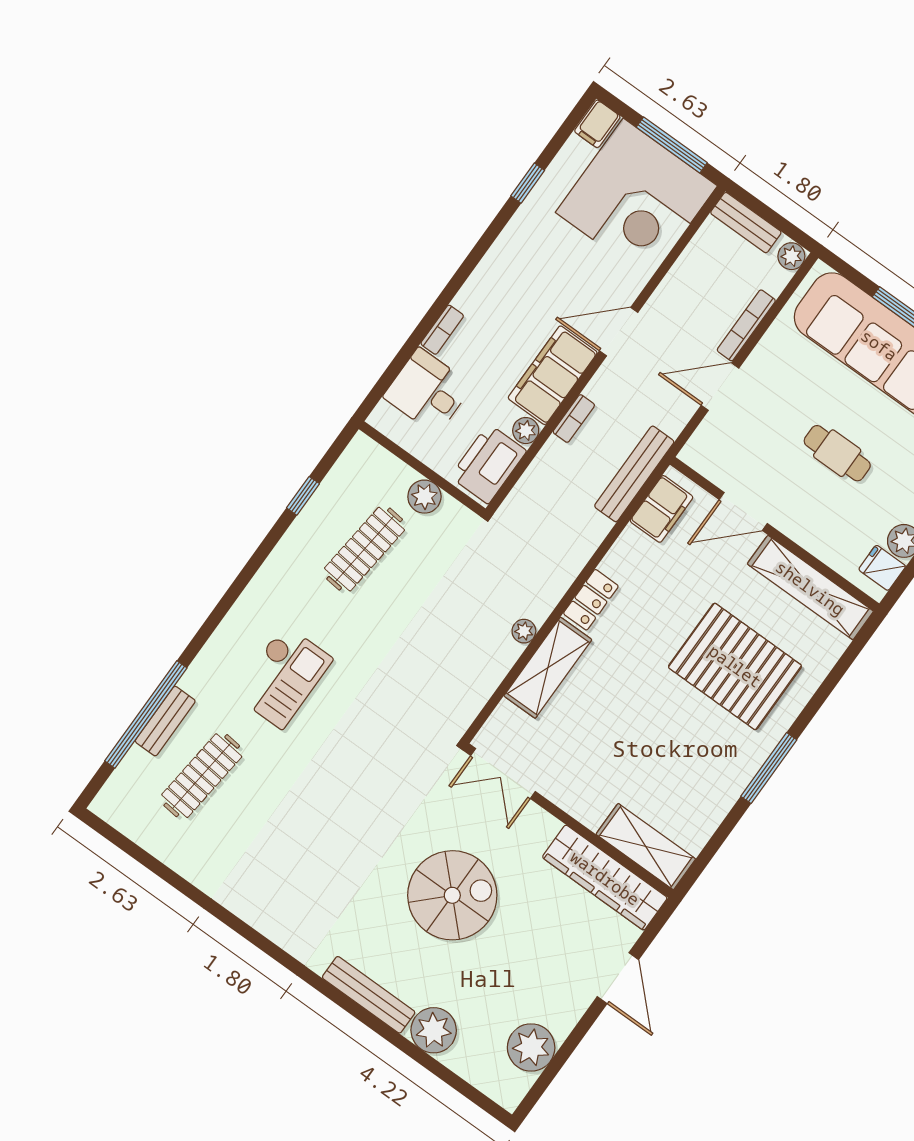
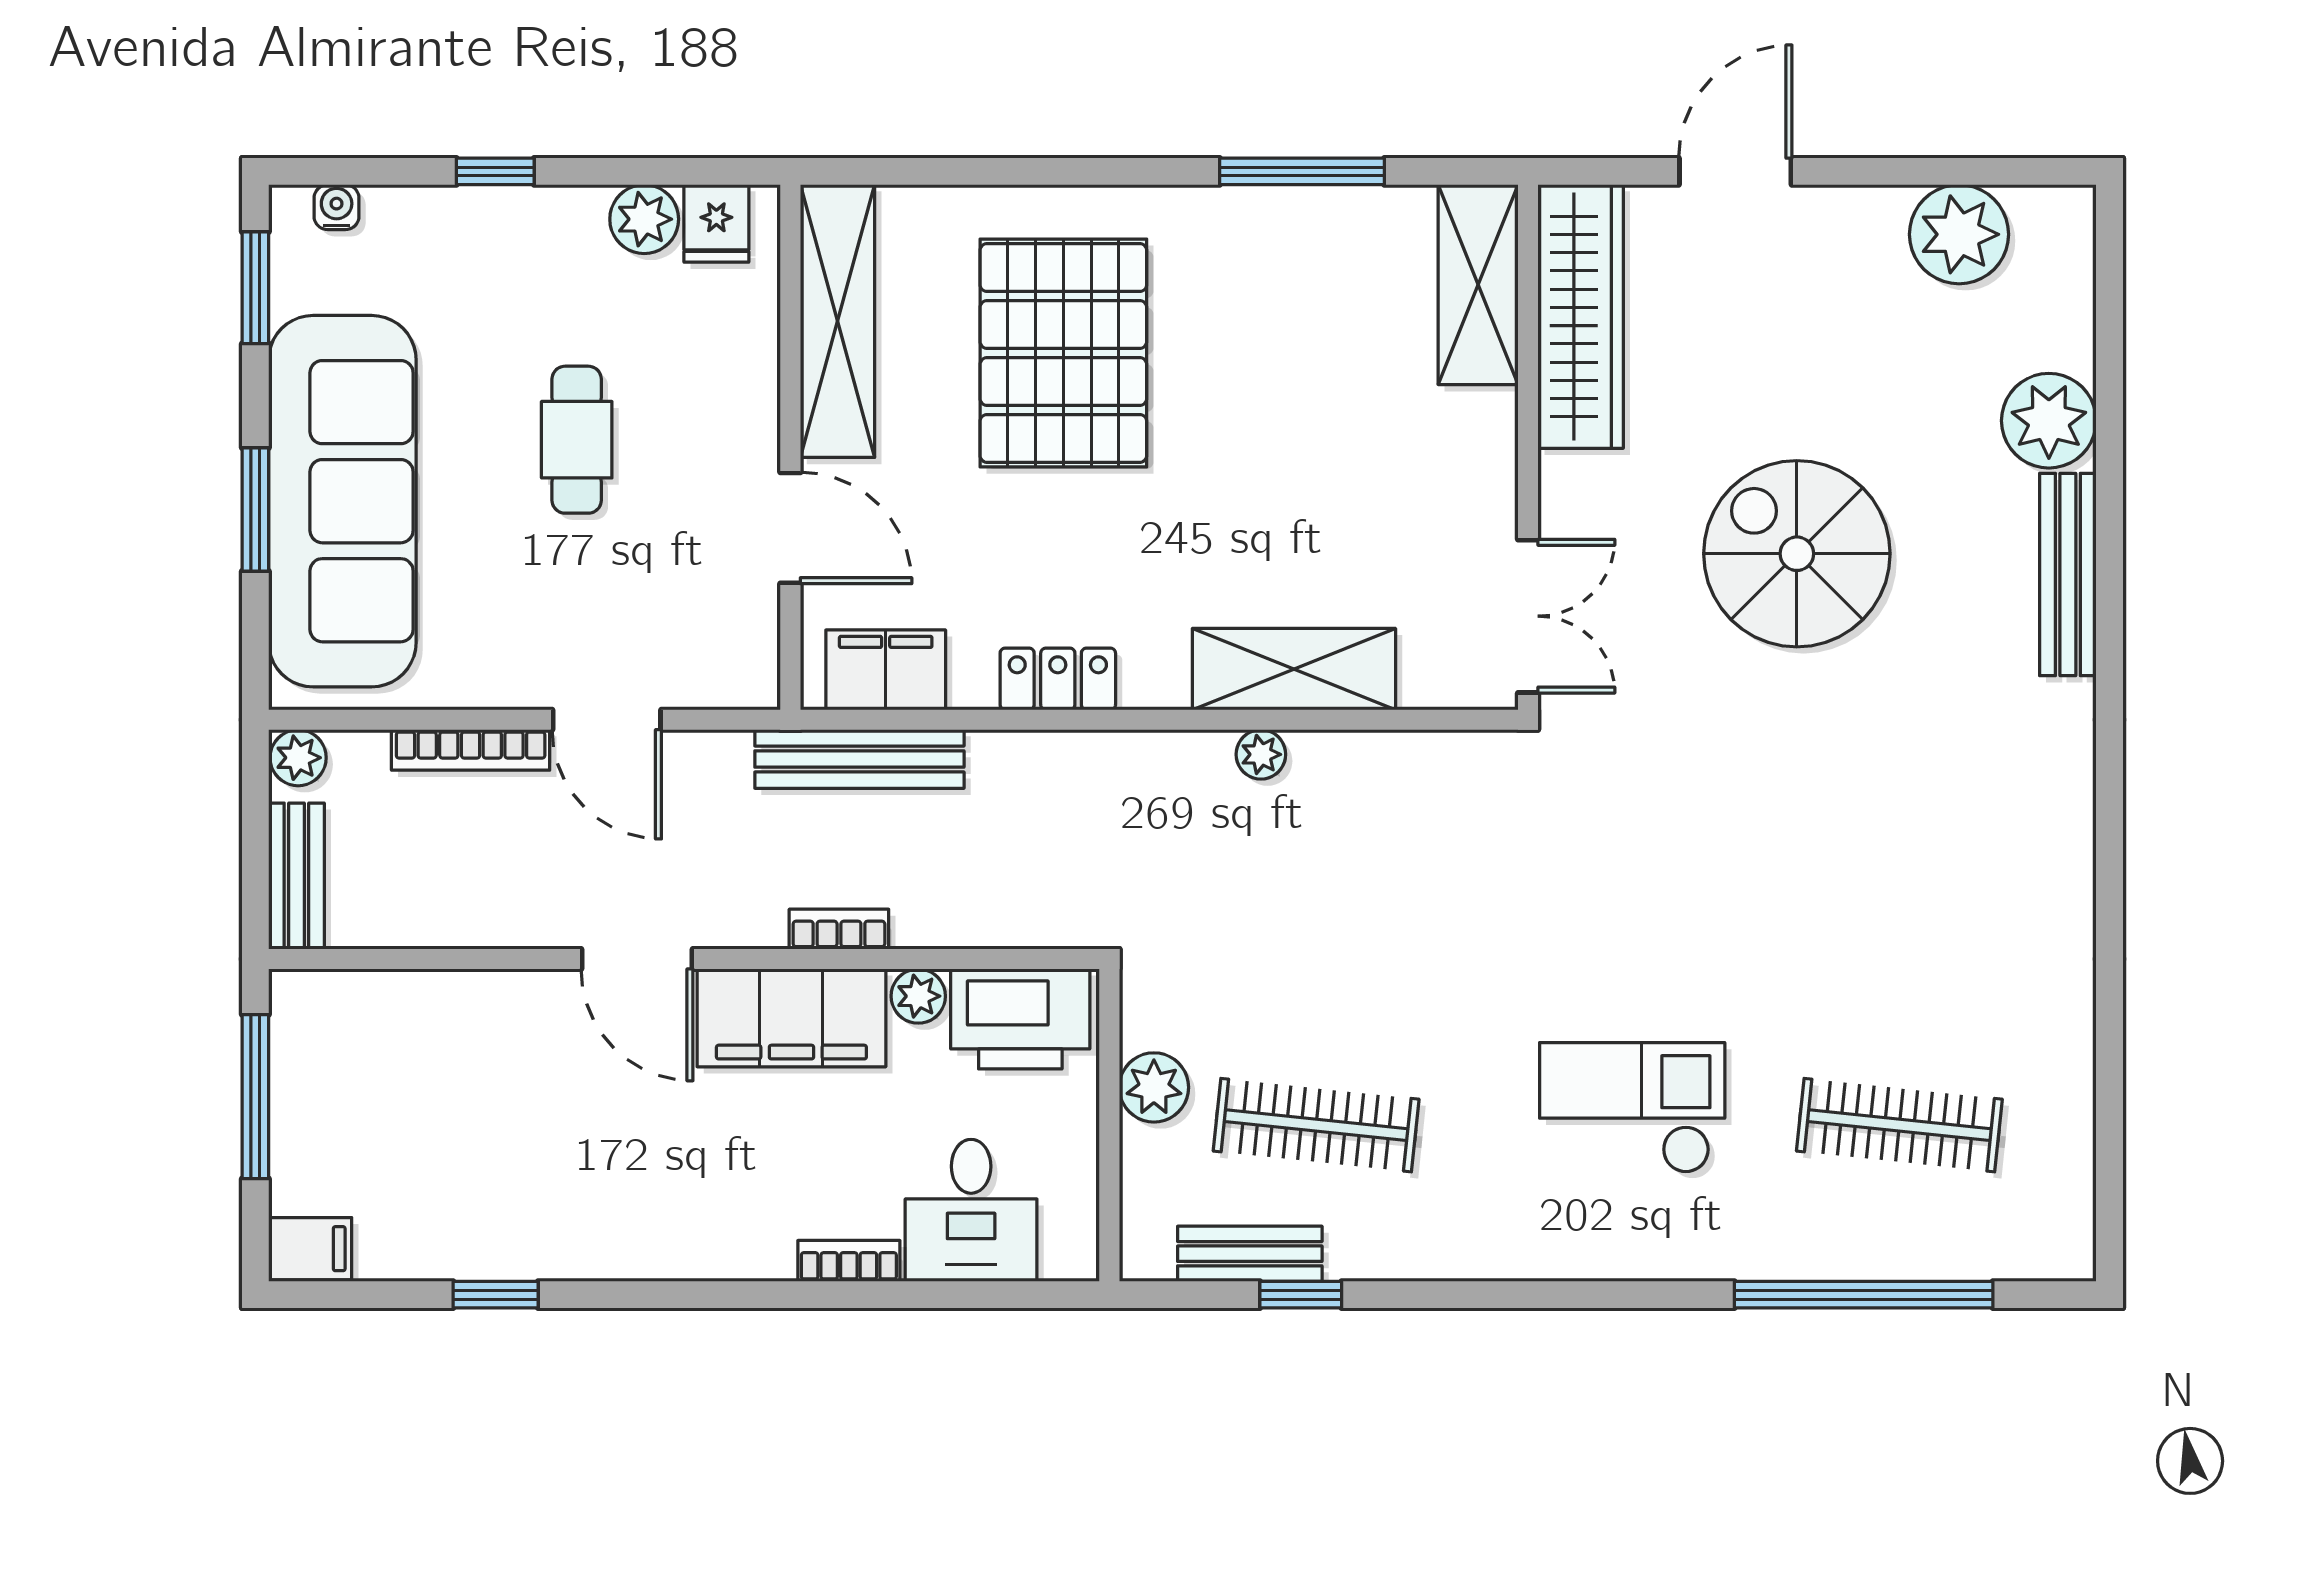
corner desk: (636, 199) -> (390, 1091), removed
locker: (591, 600) -> (1058, 679), moved
bench: (165, 721) -> (1250, 1254), moved
window: (769, 768) -> (1302, 171), moved

